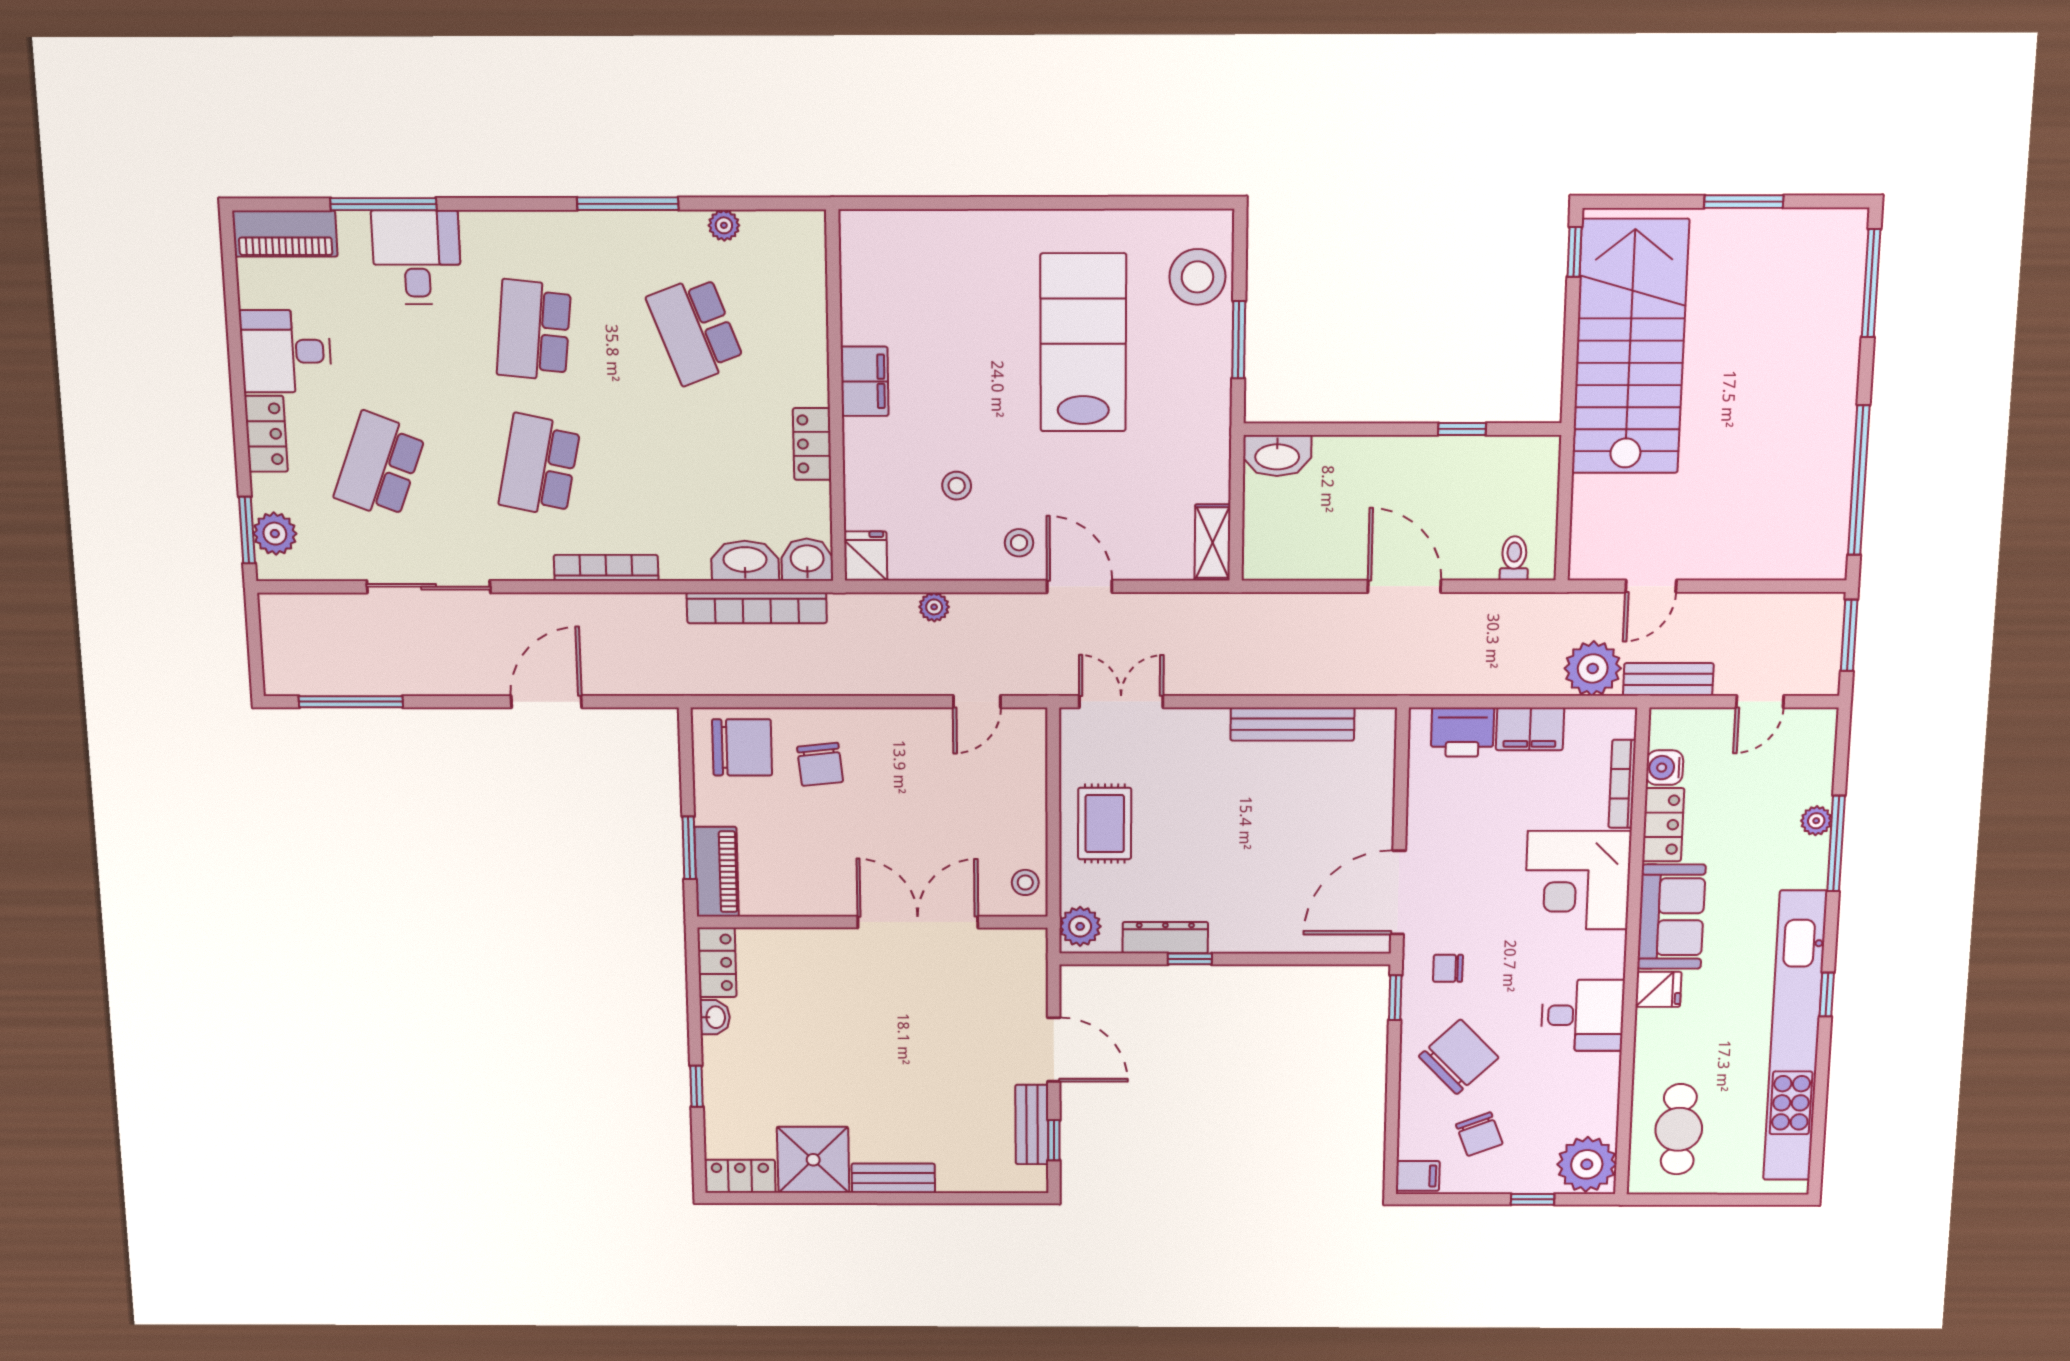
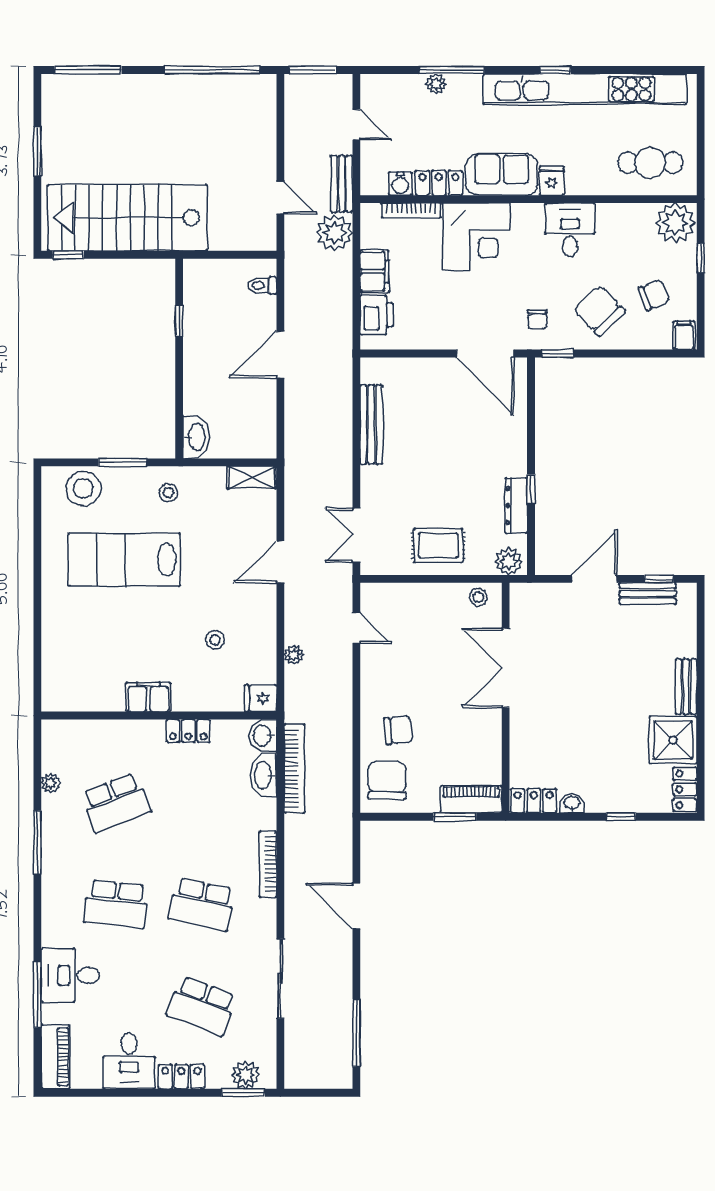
stool: (1019, 543) -> (168, 493), moved

